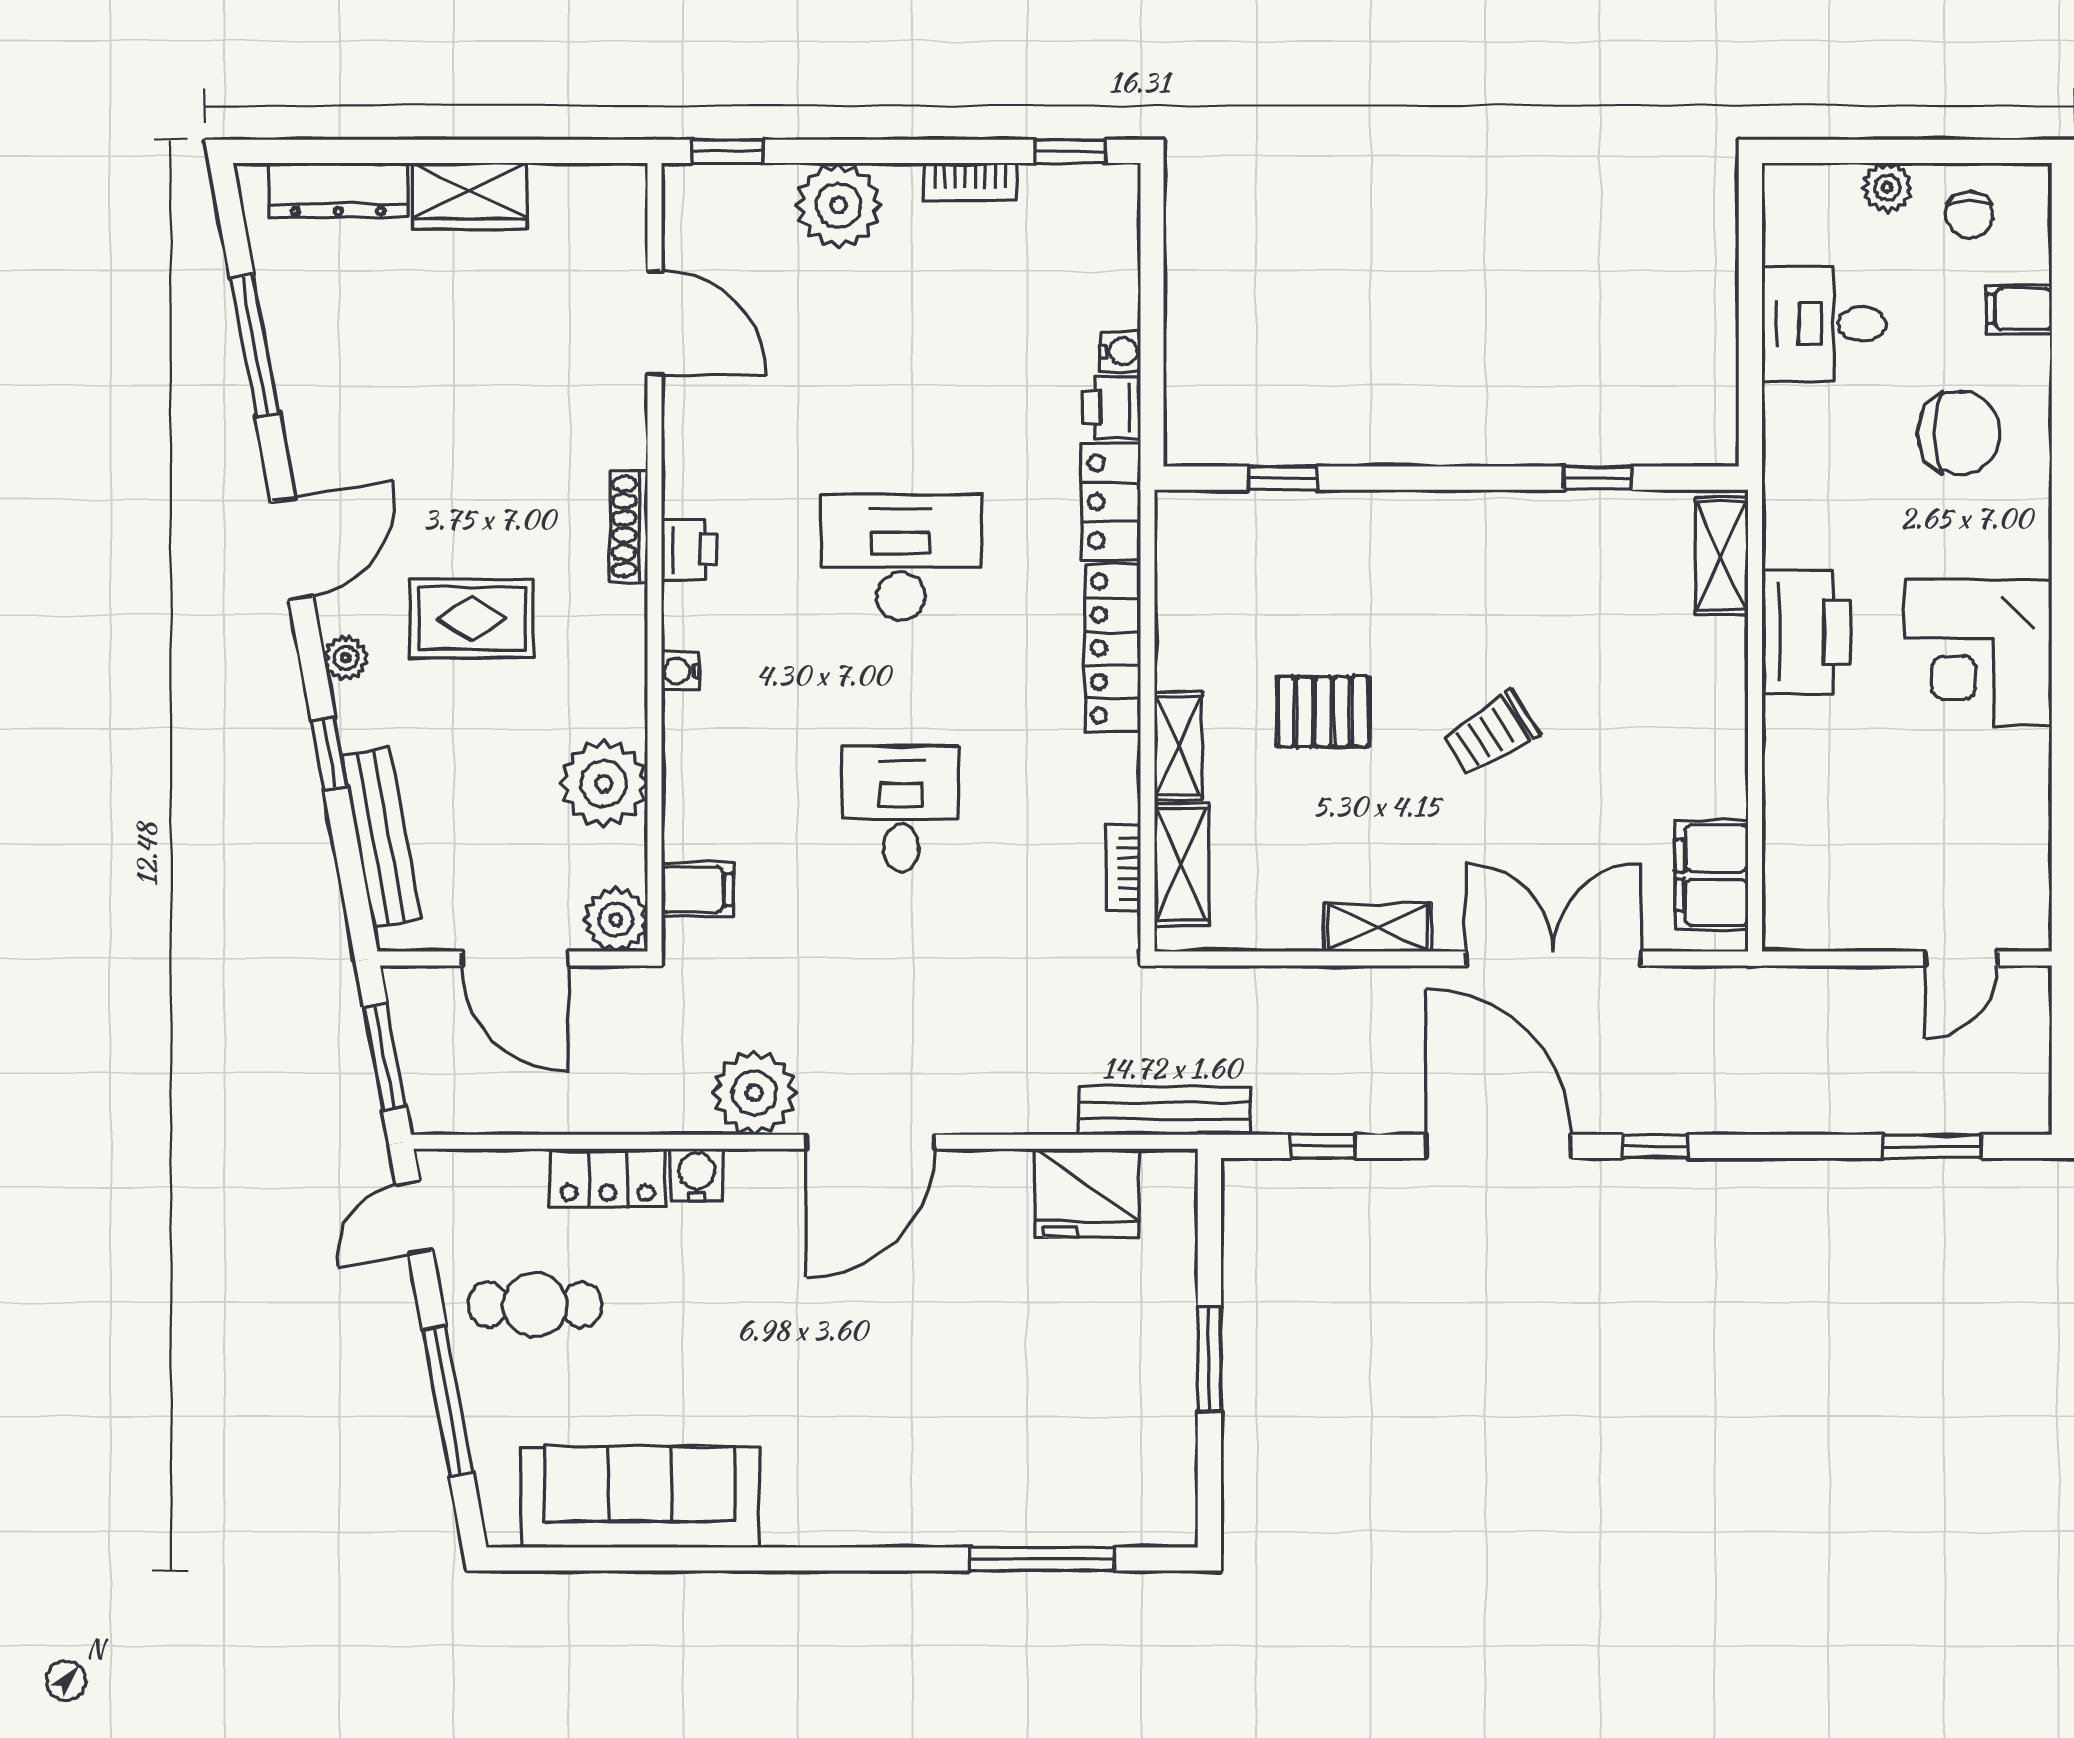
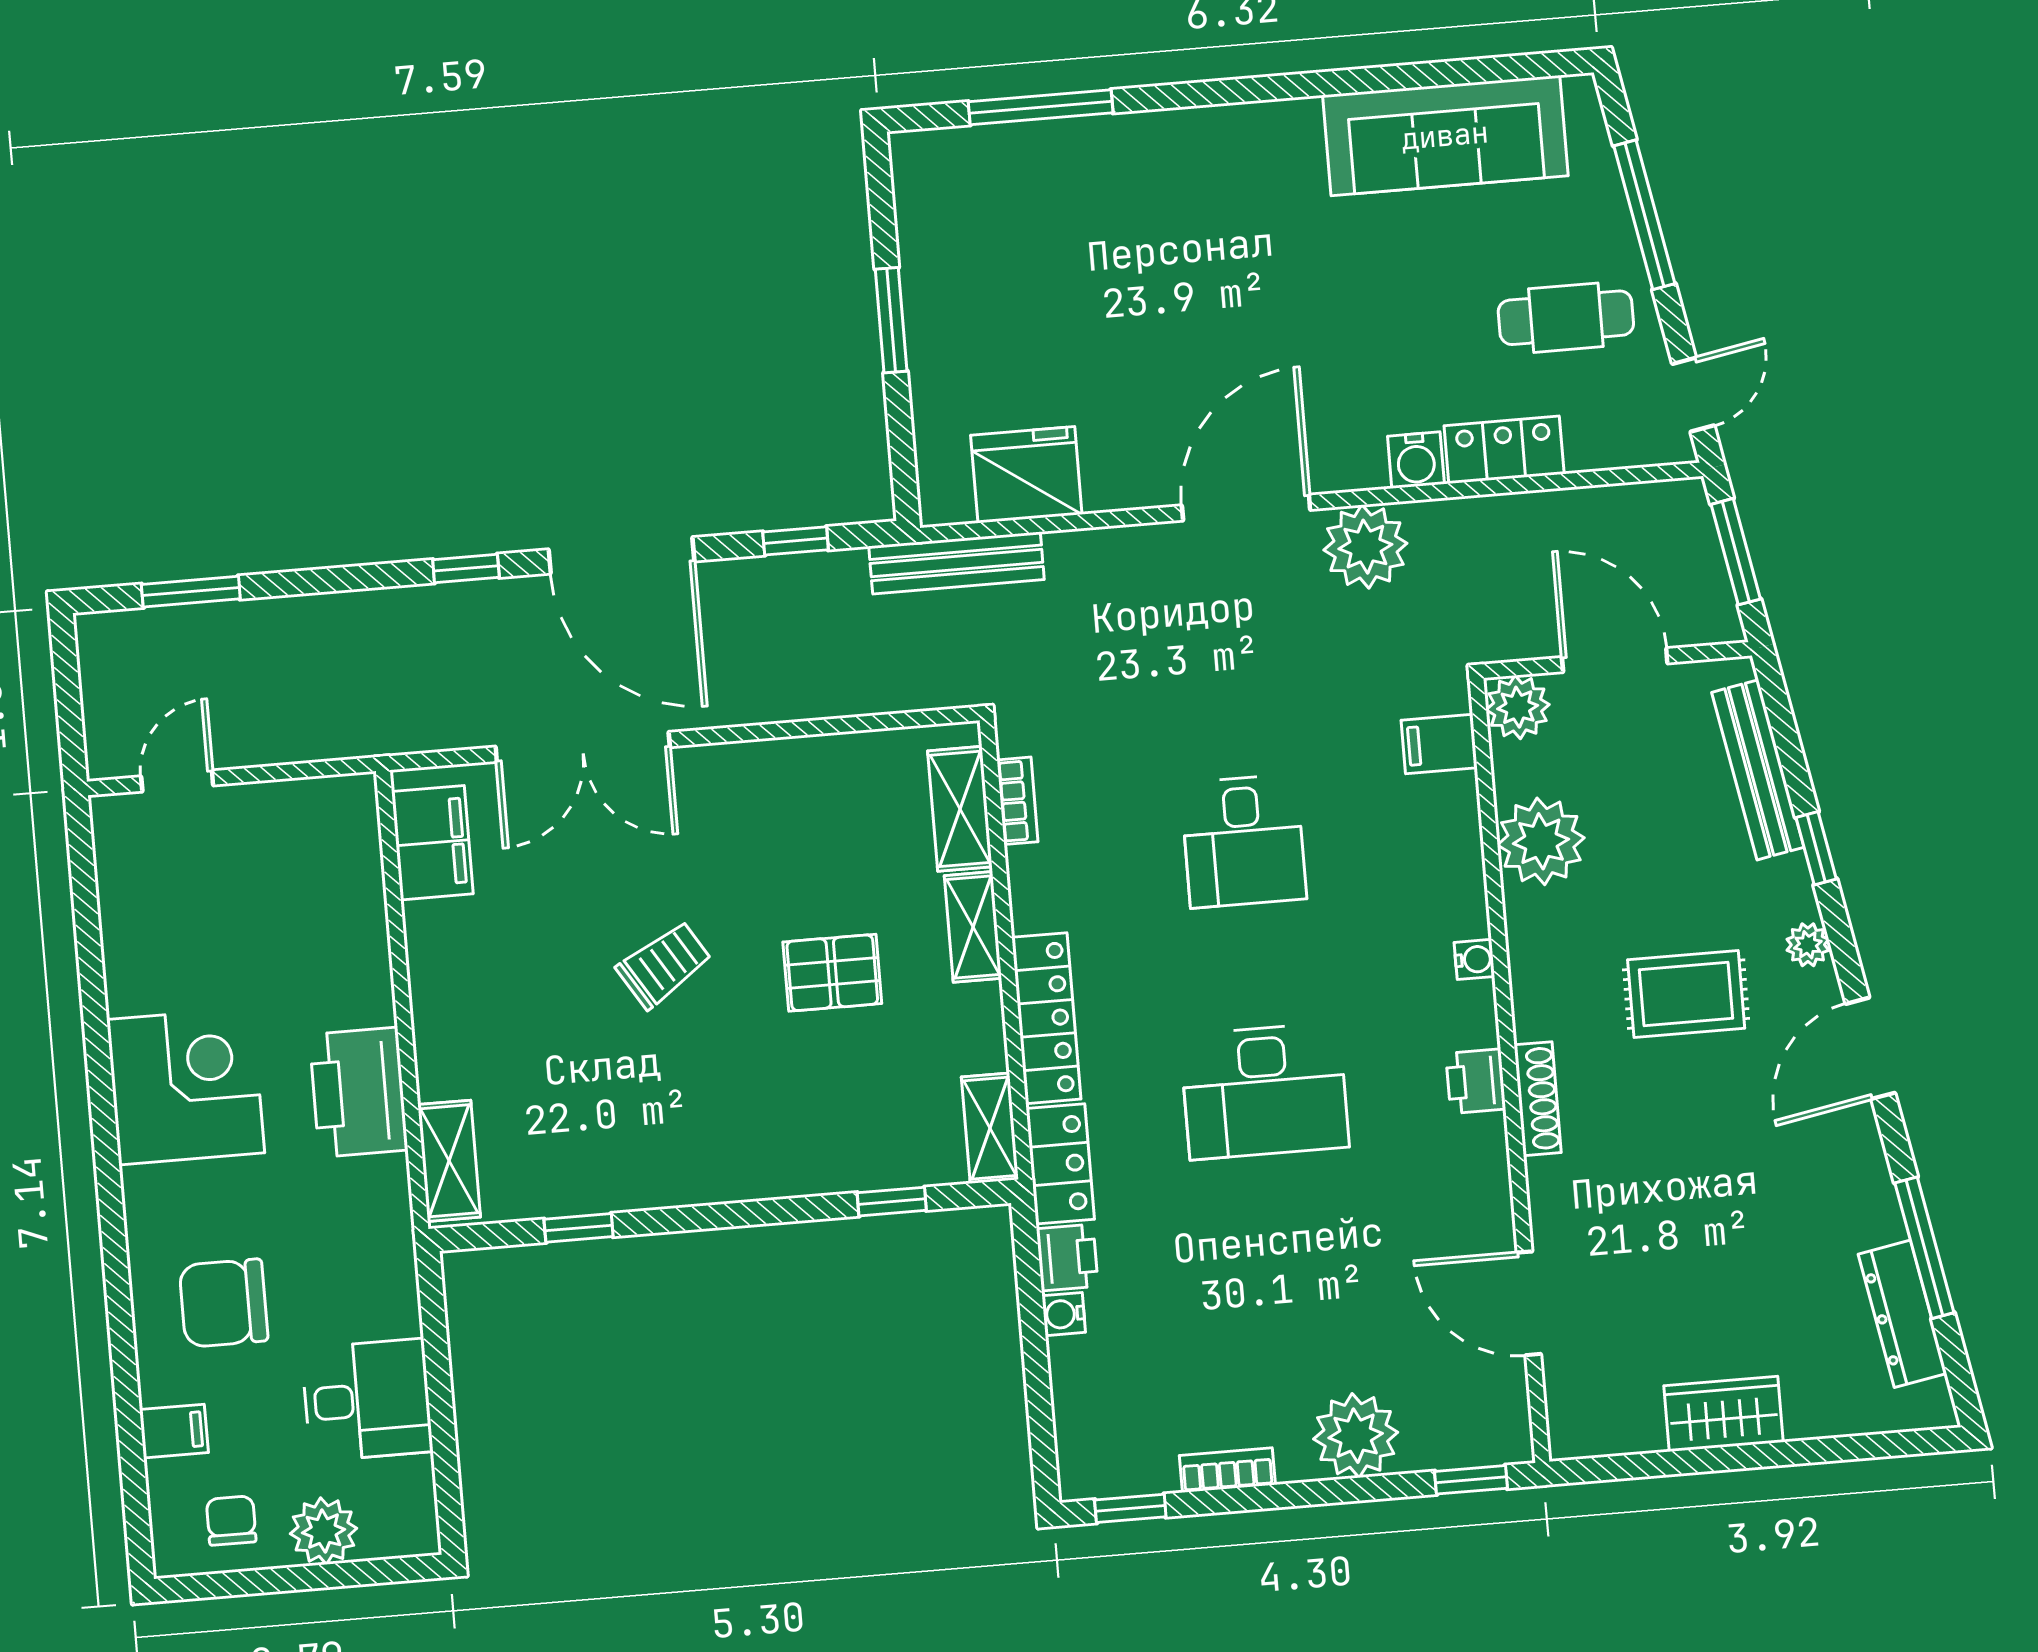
plant: (1887, 187) -> (324, 1531), width x1.38, depth x1.38
dresser: (338, 190) -> (1902, 1314), moved, turned -100
shelving: (1377, 927) -> (990, 1128), moved, turned 90

